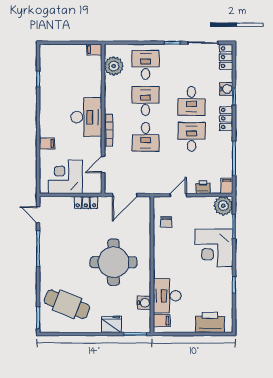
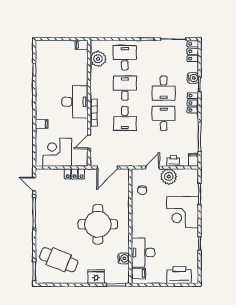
plant: (223, 206) -> (169, 177), moved

